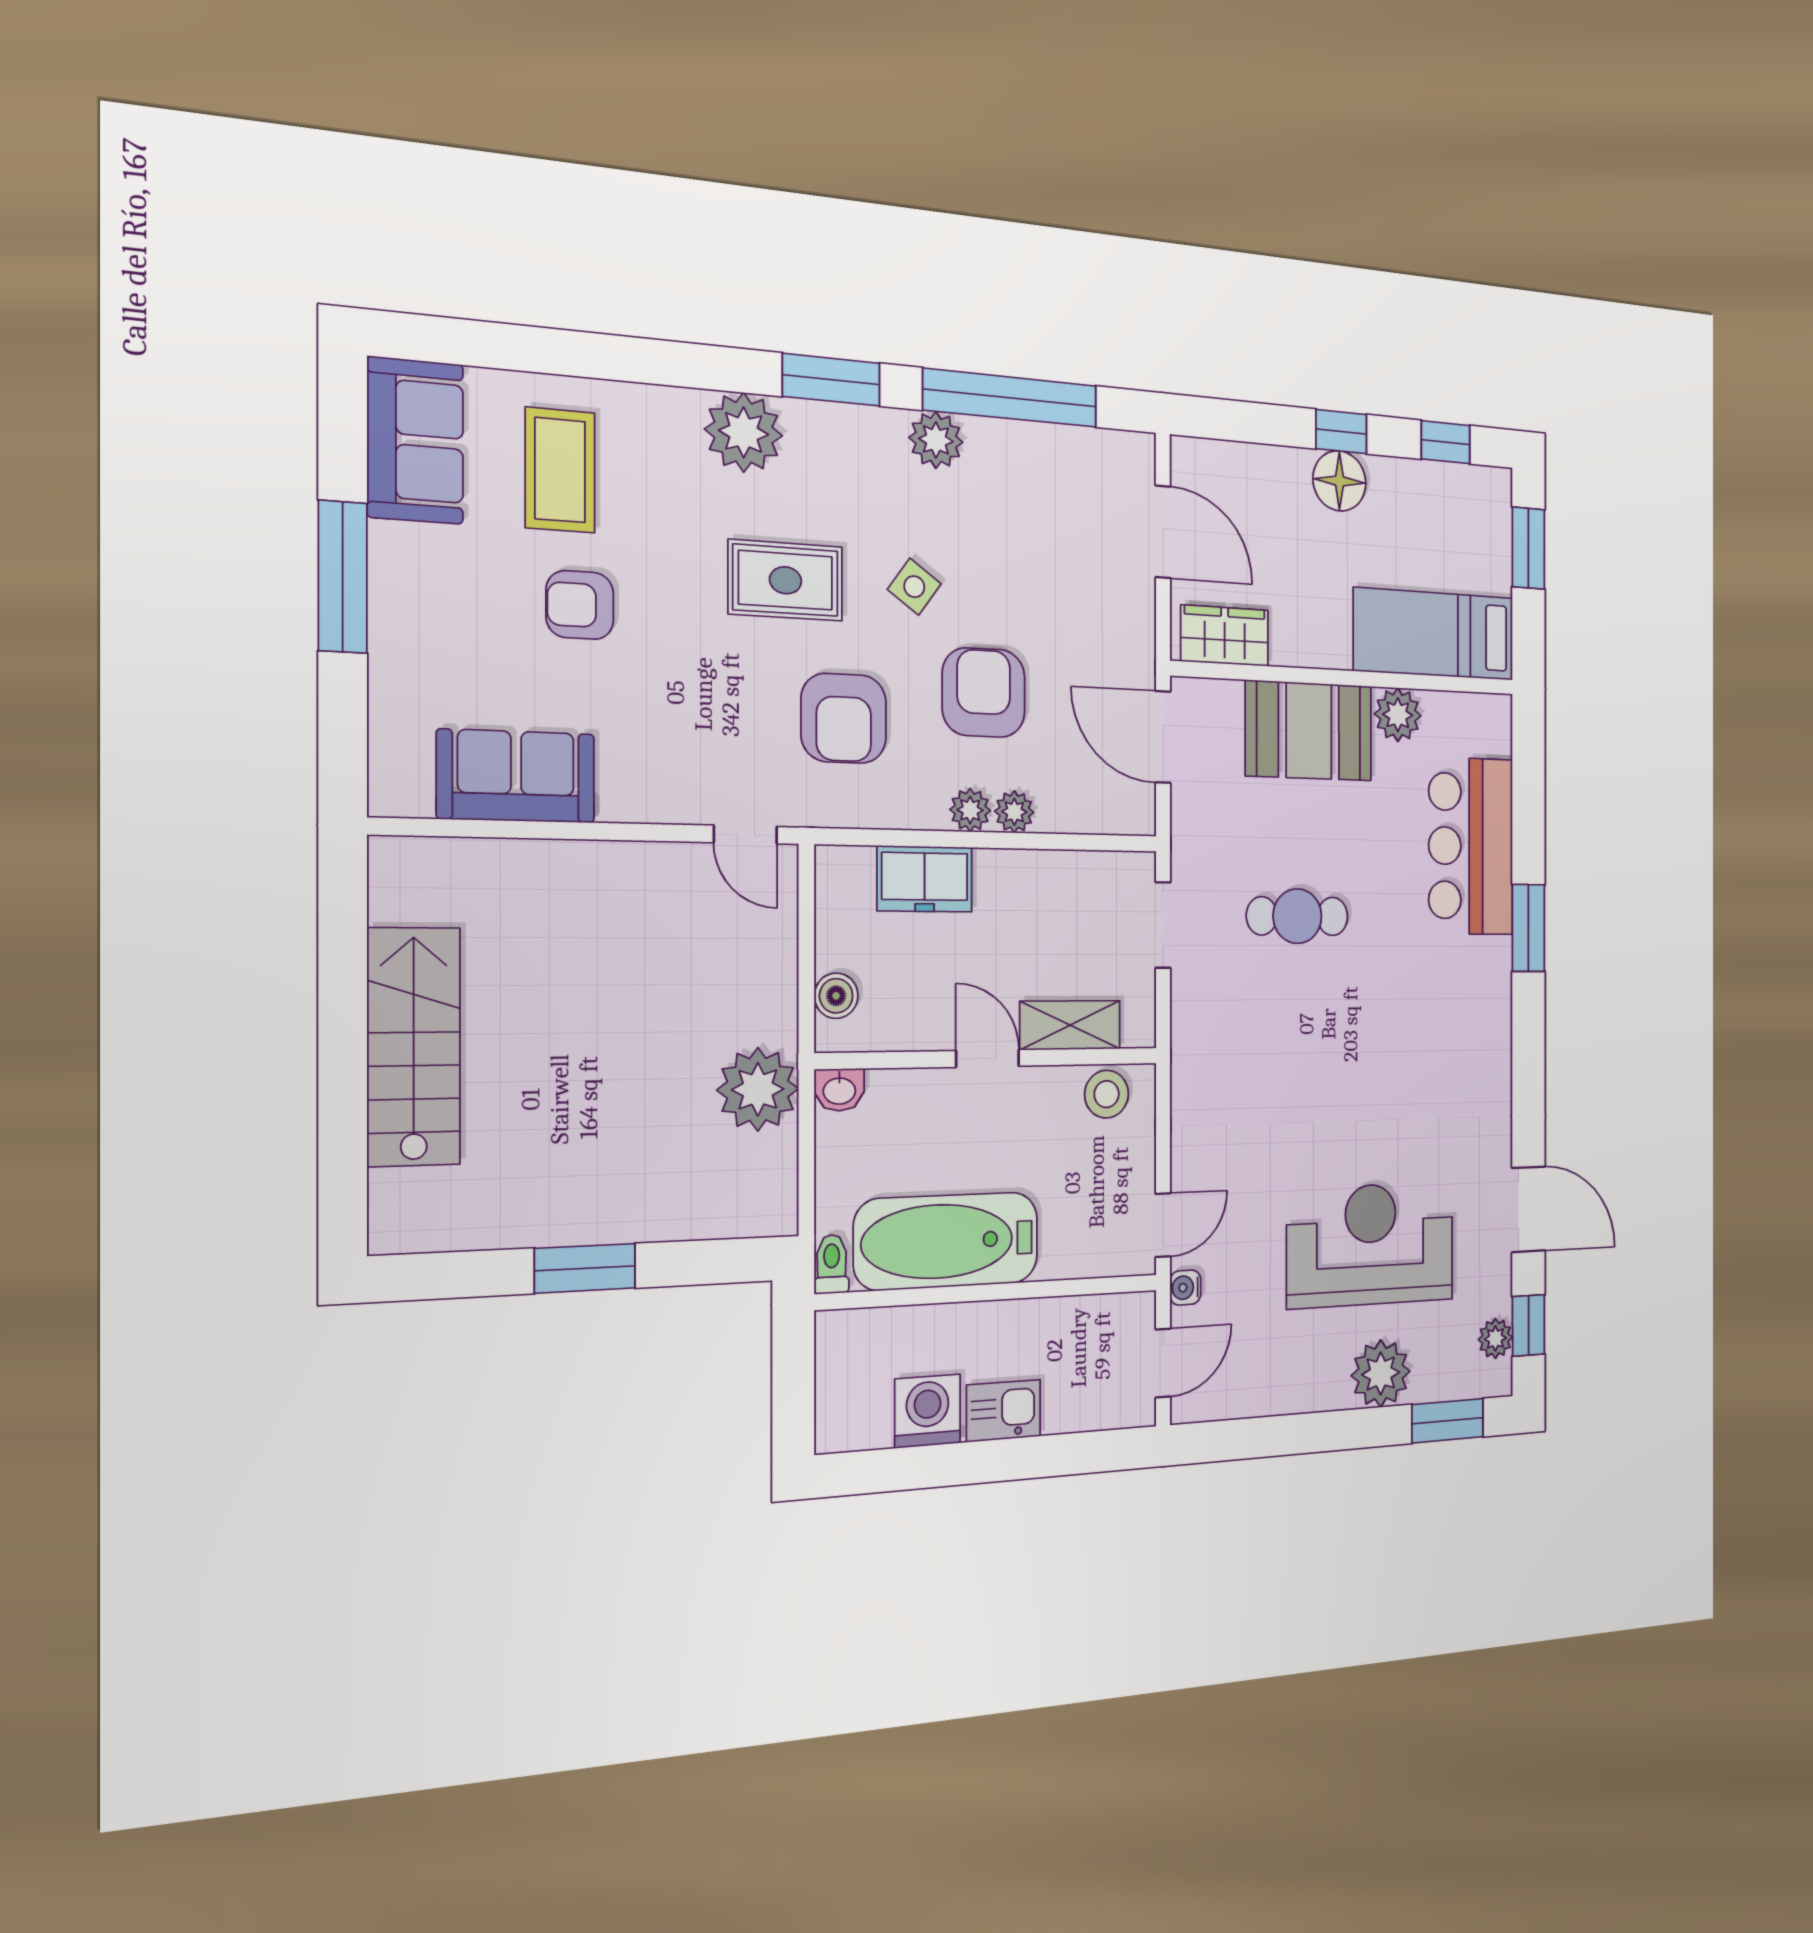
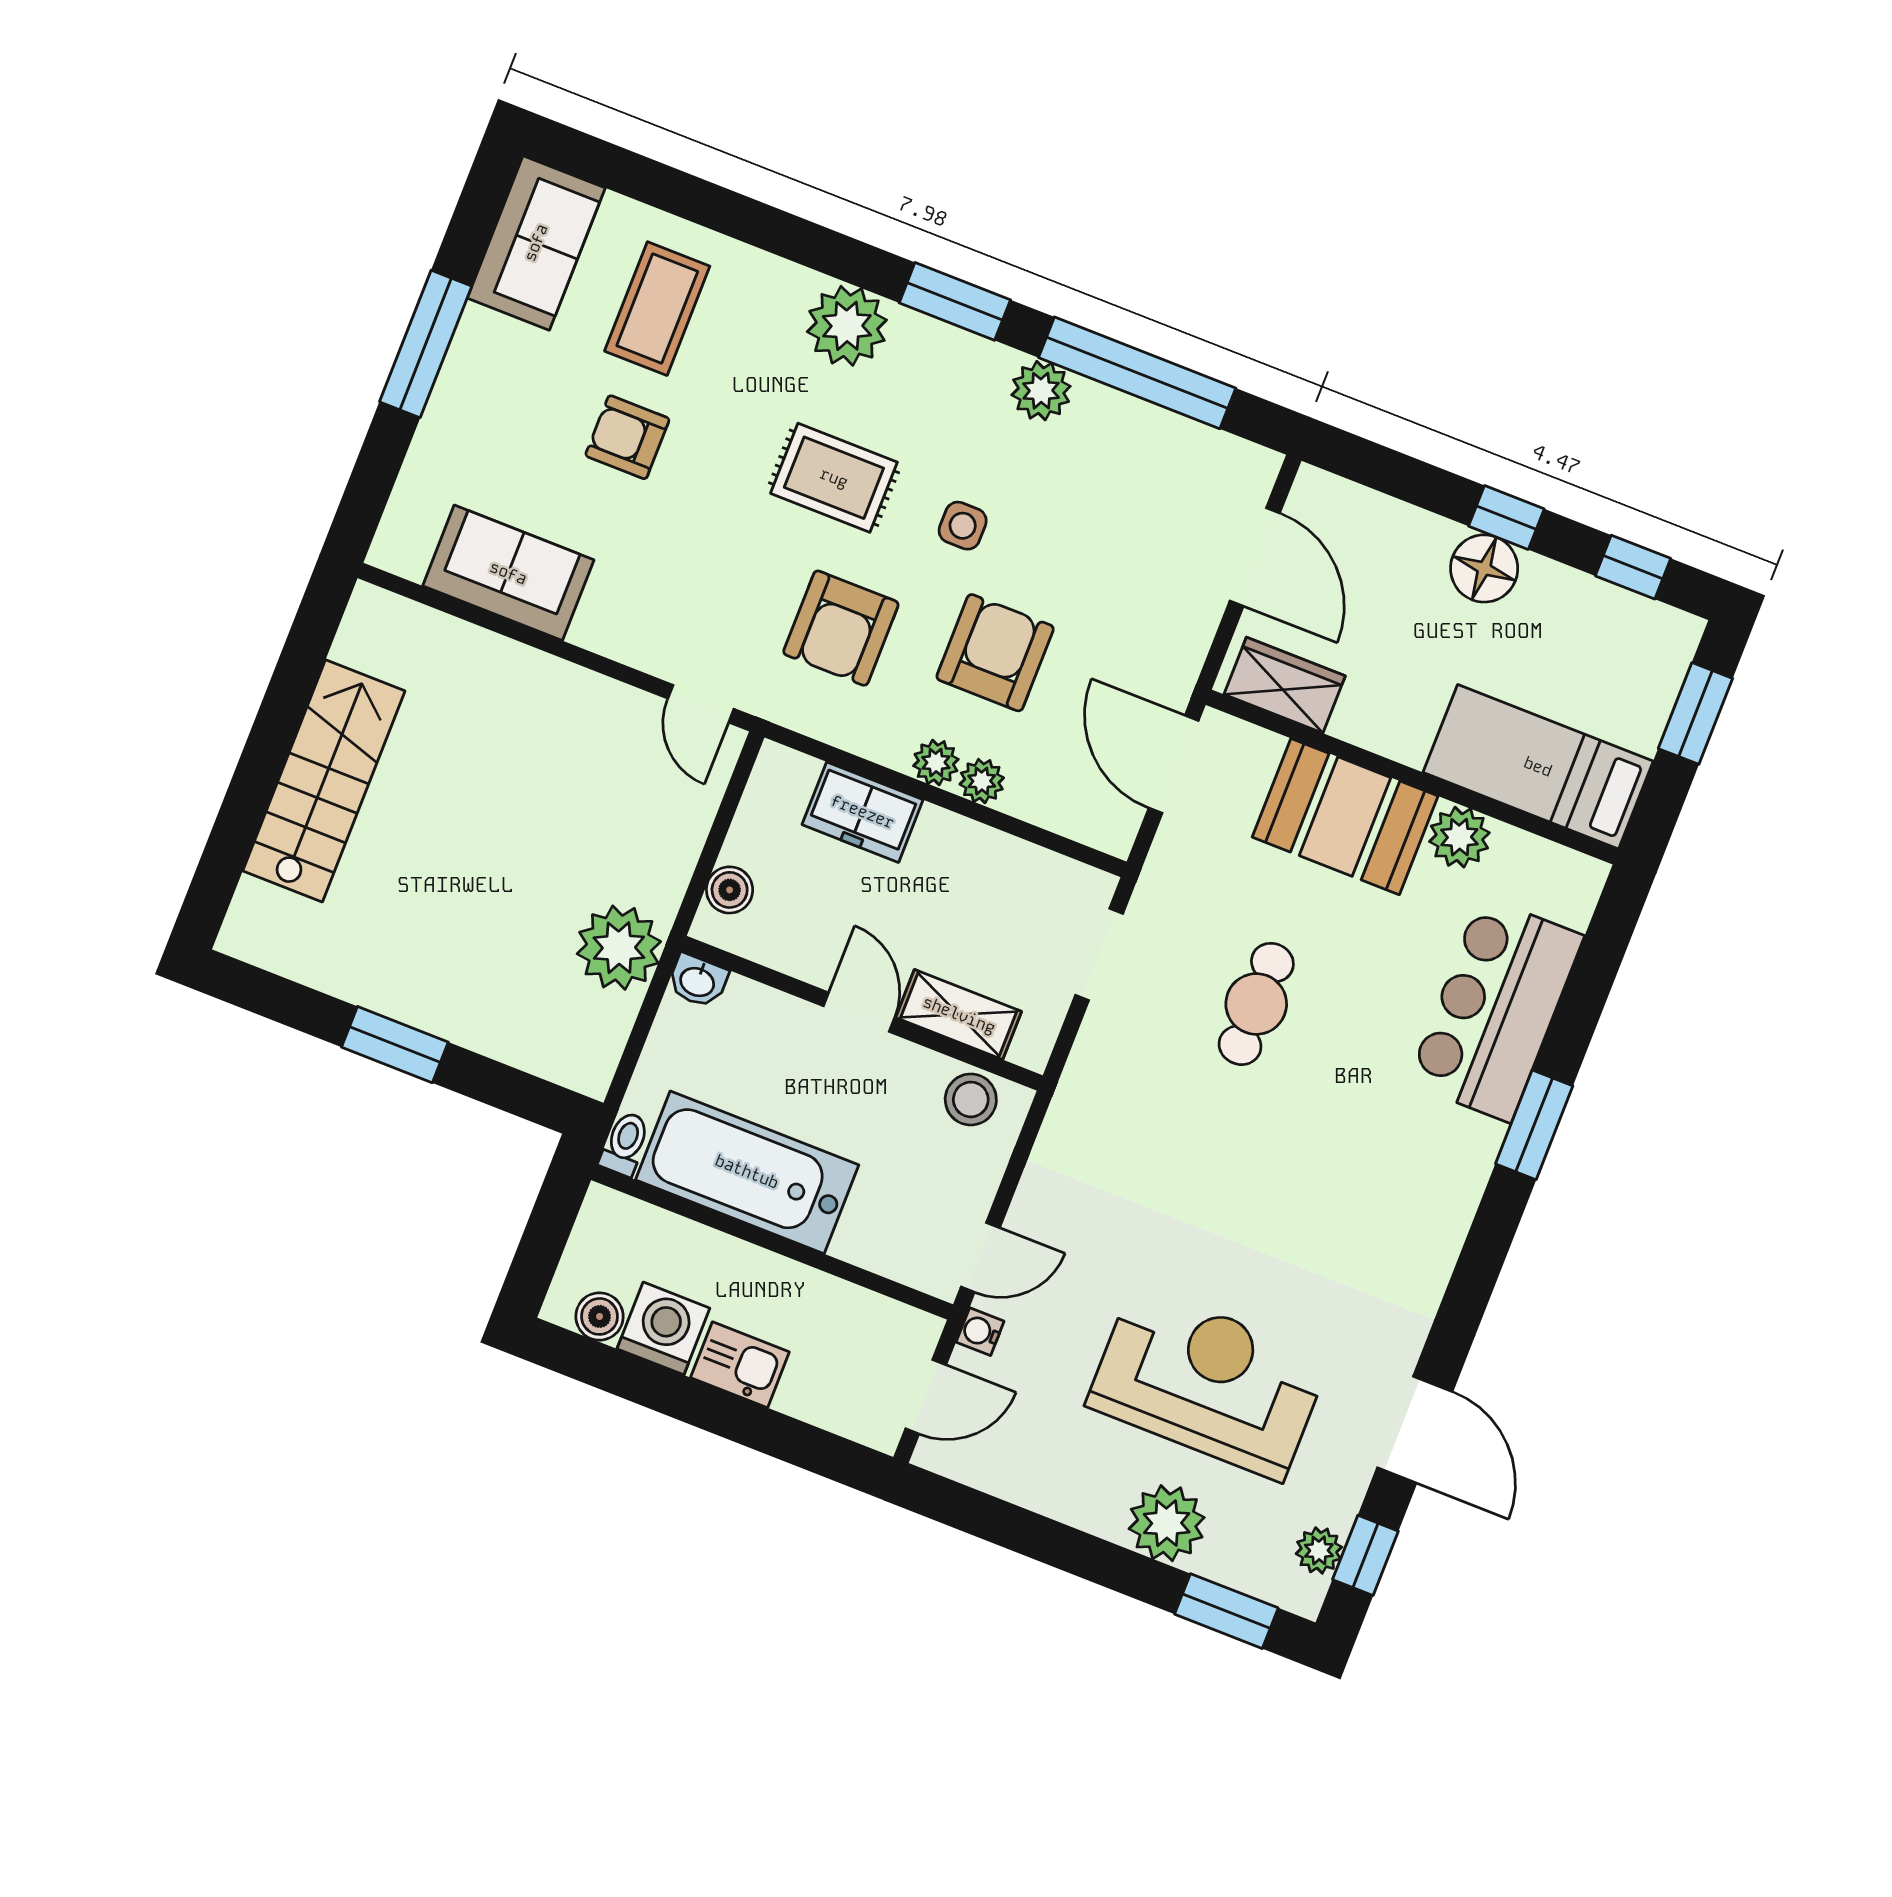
side table: (914, 587) -> (963, 526), turned -36
cafe table: (1297, 916) -> (1256, 1004), turned 90
boiler: (869, 1428) -> (599, 1316), added

